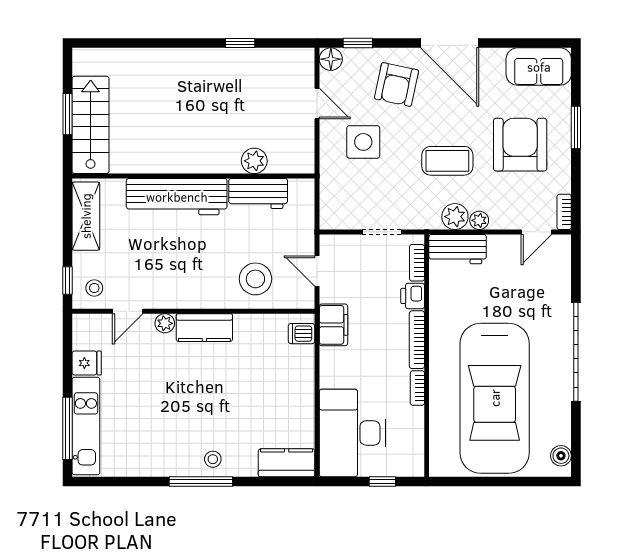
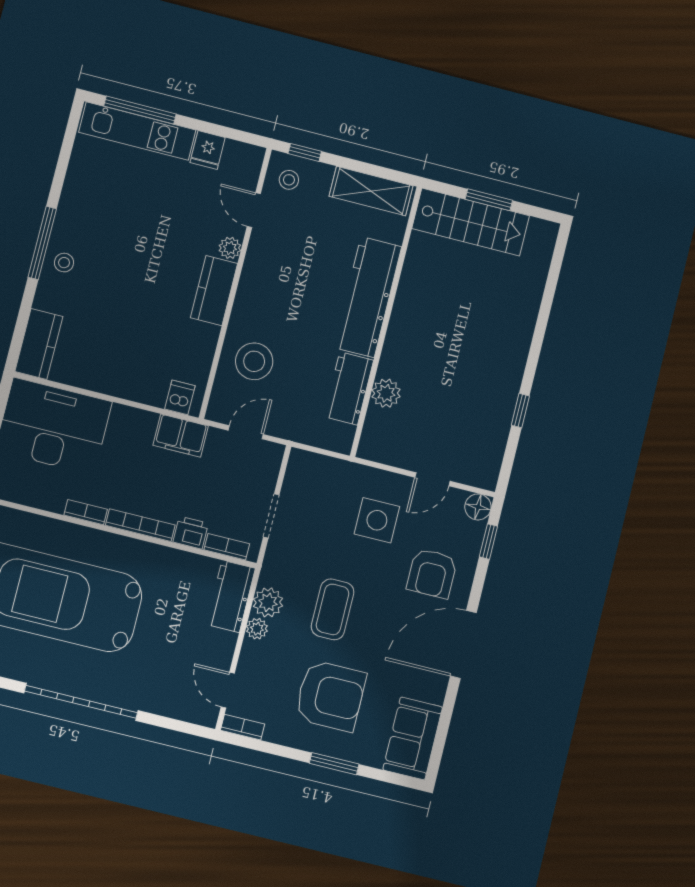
armchair: (396, 84) -> (432, 573), turned -102

